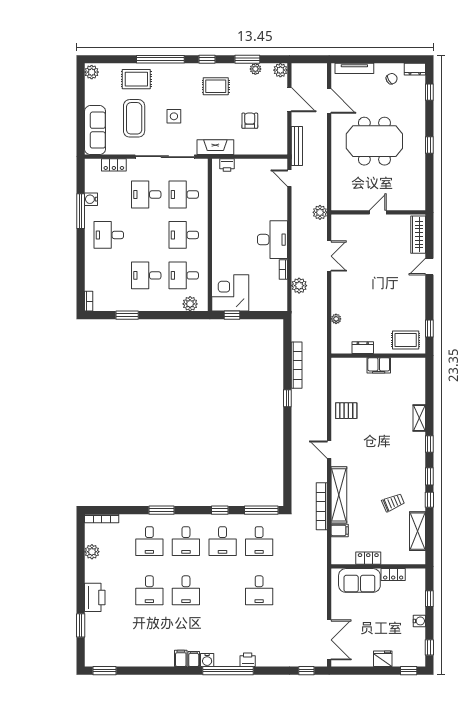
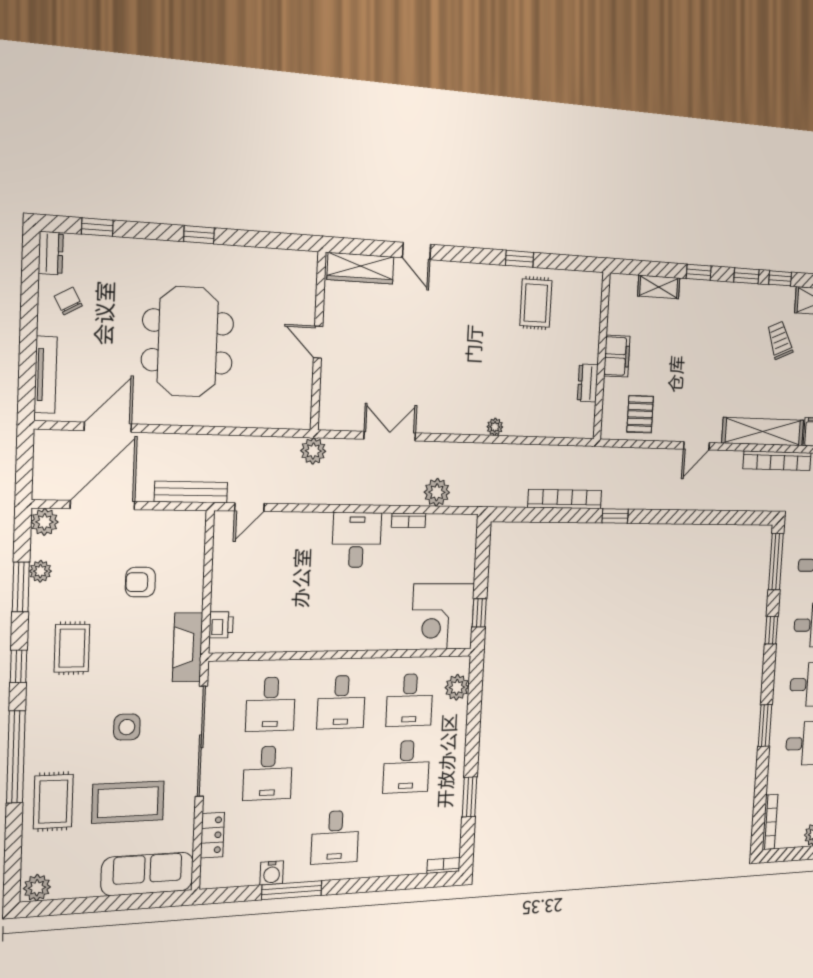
door: (289, 100) -> (103, 505), width x1.36
desk: (272, 240) -> (357, 540), width x0.73
dresser: (363, 348) -> (588, 383), moved
wall: (378, 356) -> (602, 356), moved
filing cabinet: (379, 365) -> (617, 356), moved

